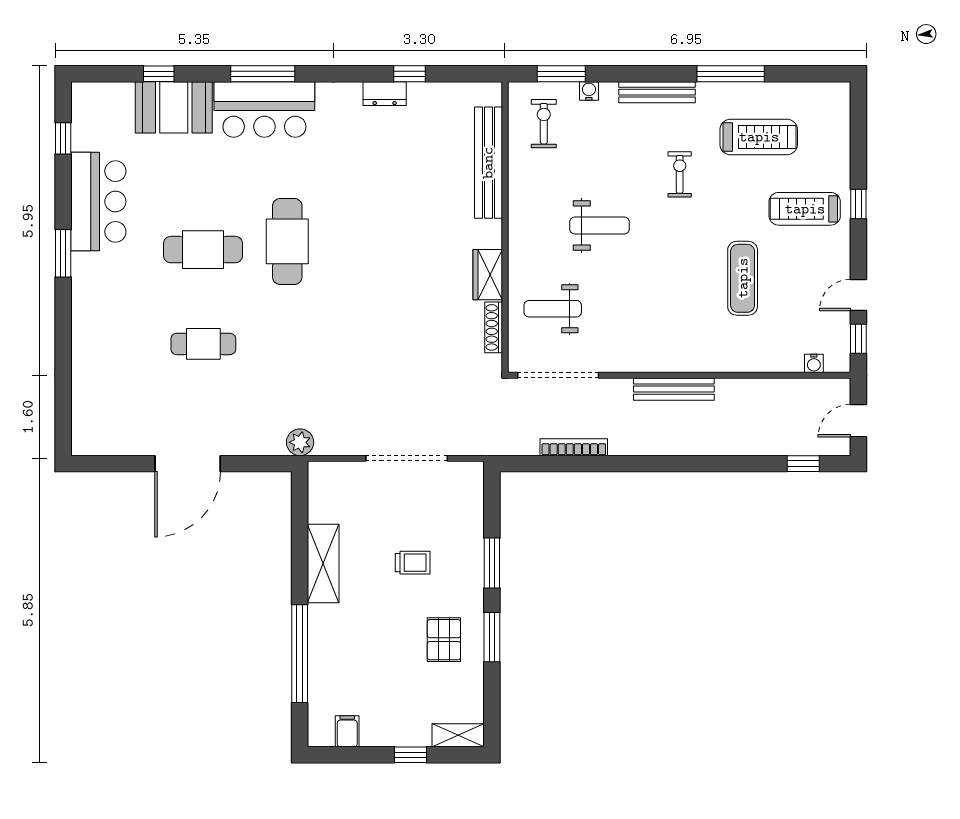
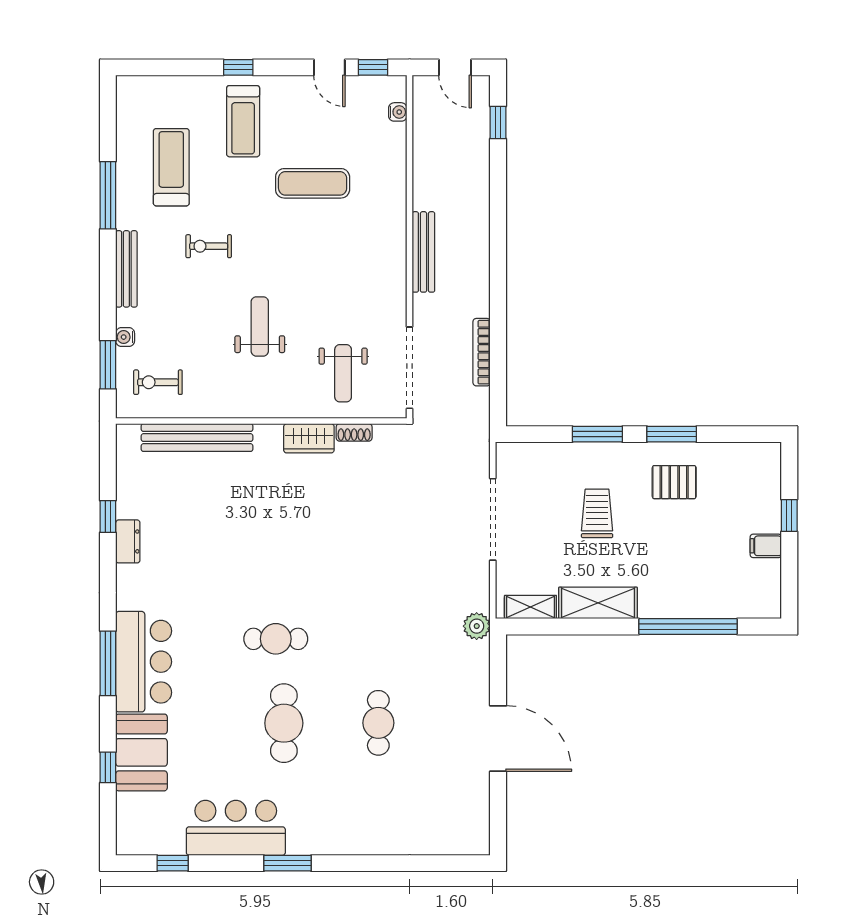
cafe table: (287, 241) -> (276, 639), width x0.73, depth x0.74
shoe rack: (494, 327) -> (354, 432), width x0.70
trolley: (413, 563) -> (597, 513), width x1.36, depth x1.39
filing cabinet: (347, 731) -> (766, 546), moved
shelving: (458, 735) -> (530, 607), moved, turned 90

